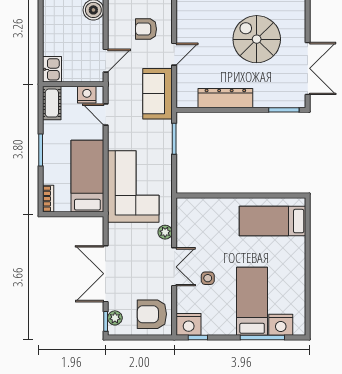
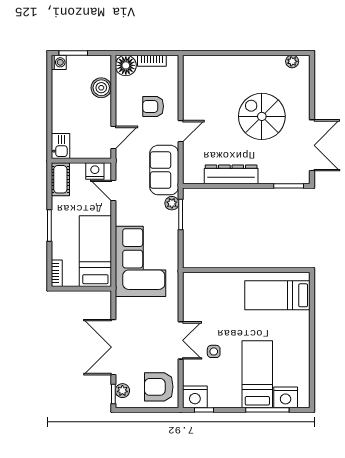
plant: (165, 232) -> (172, 203), moved

